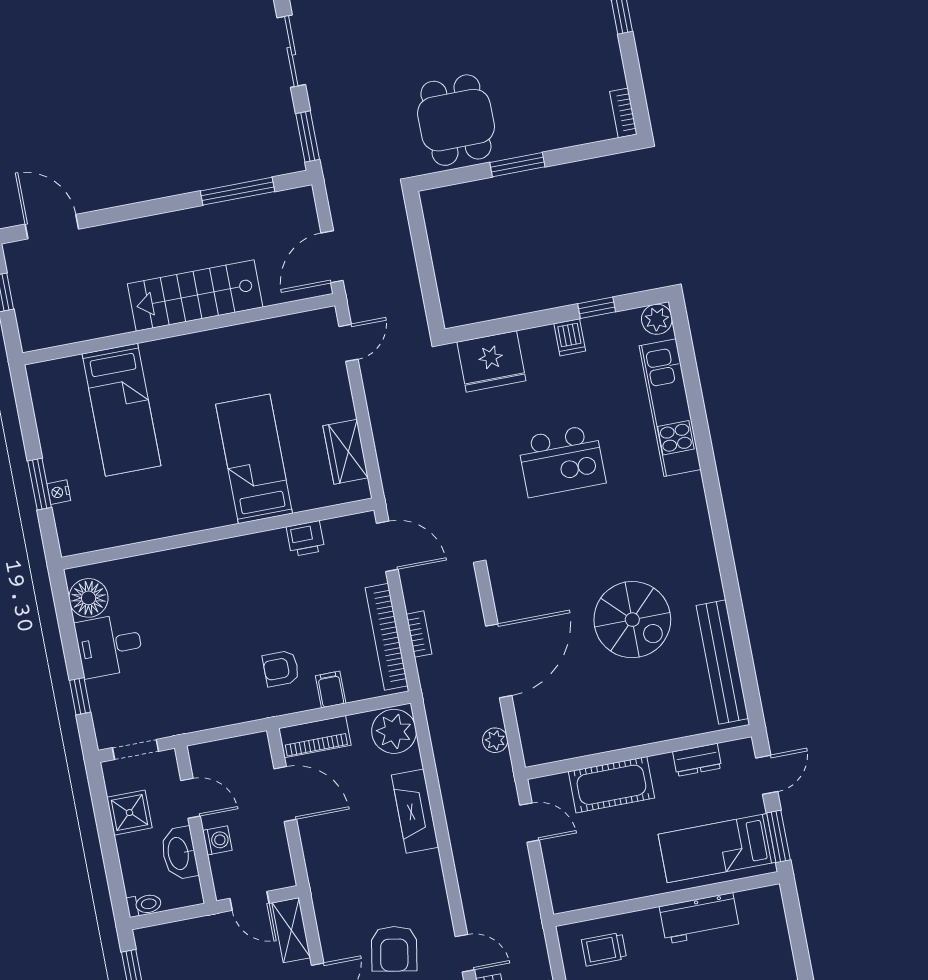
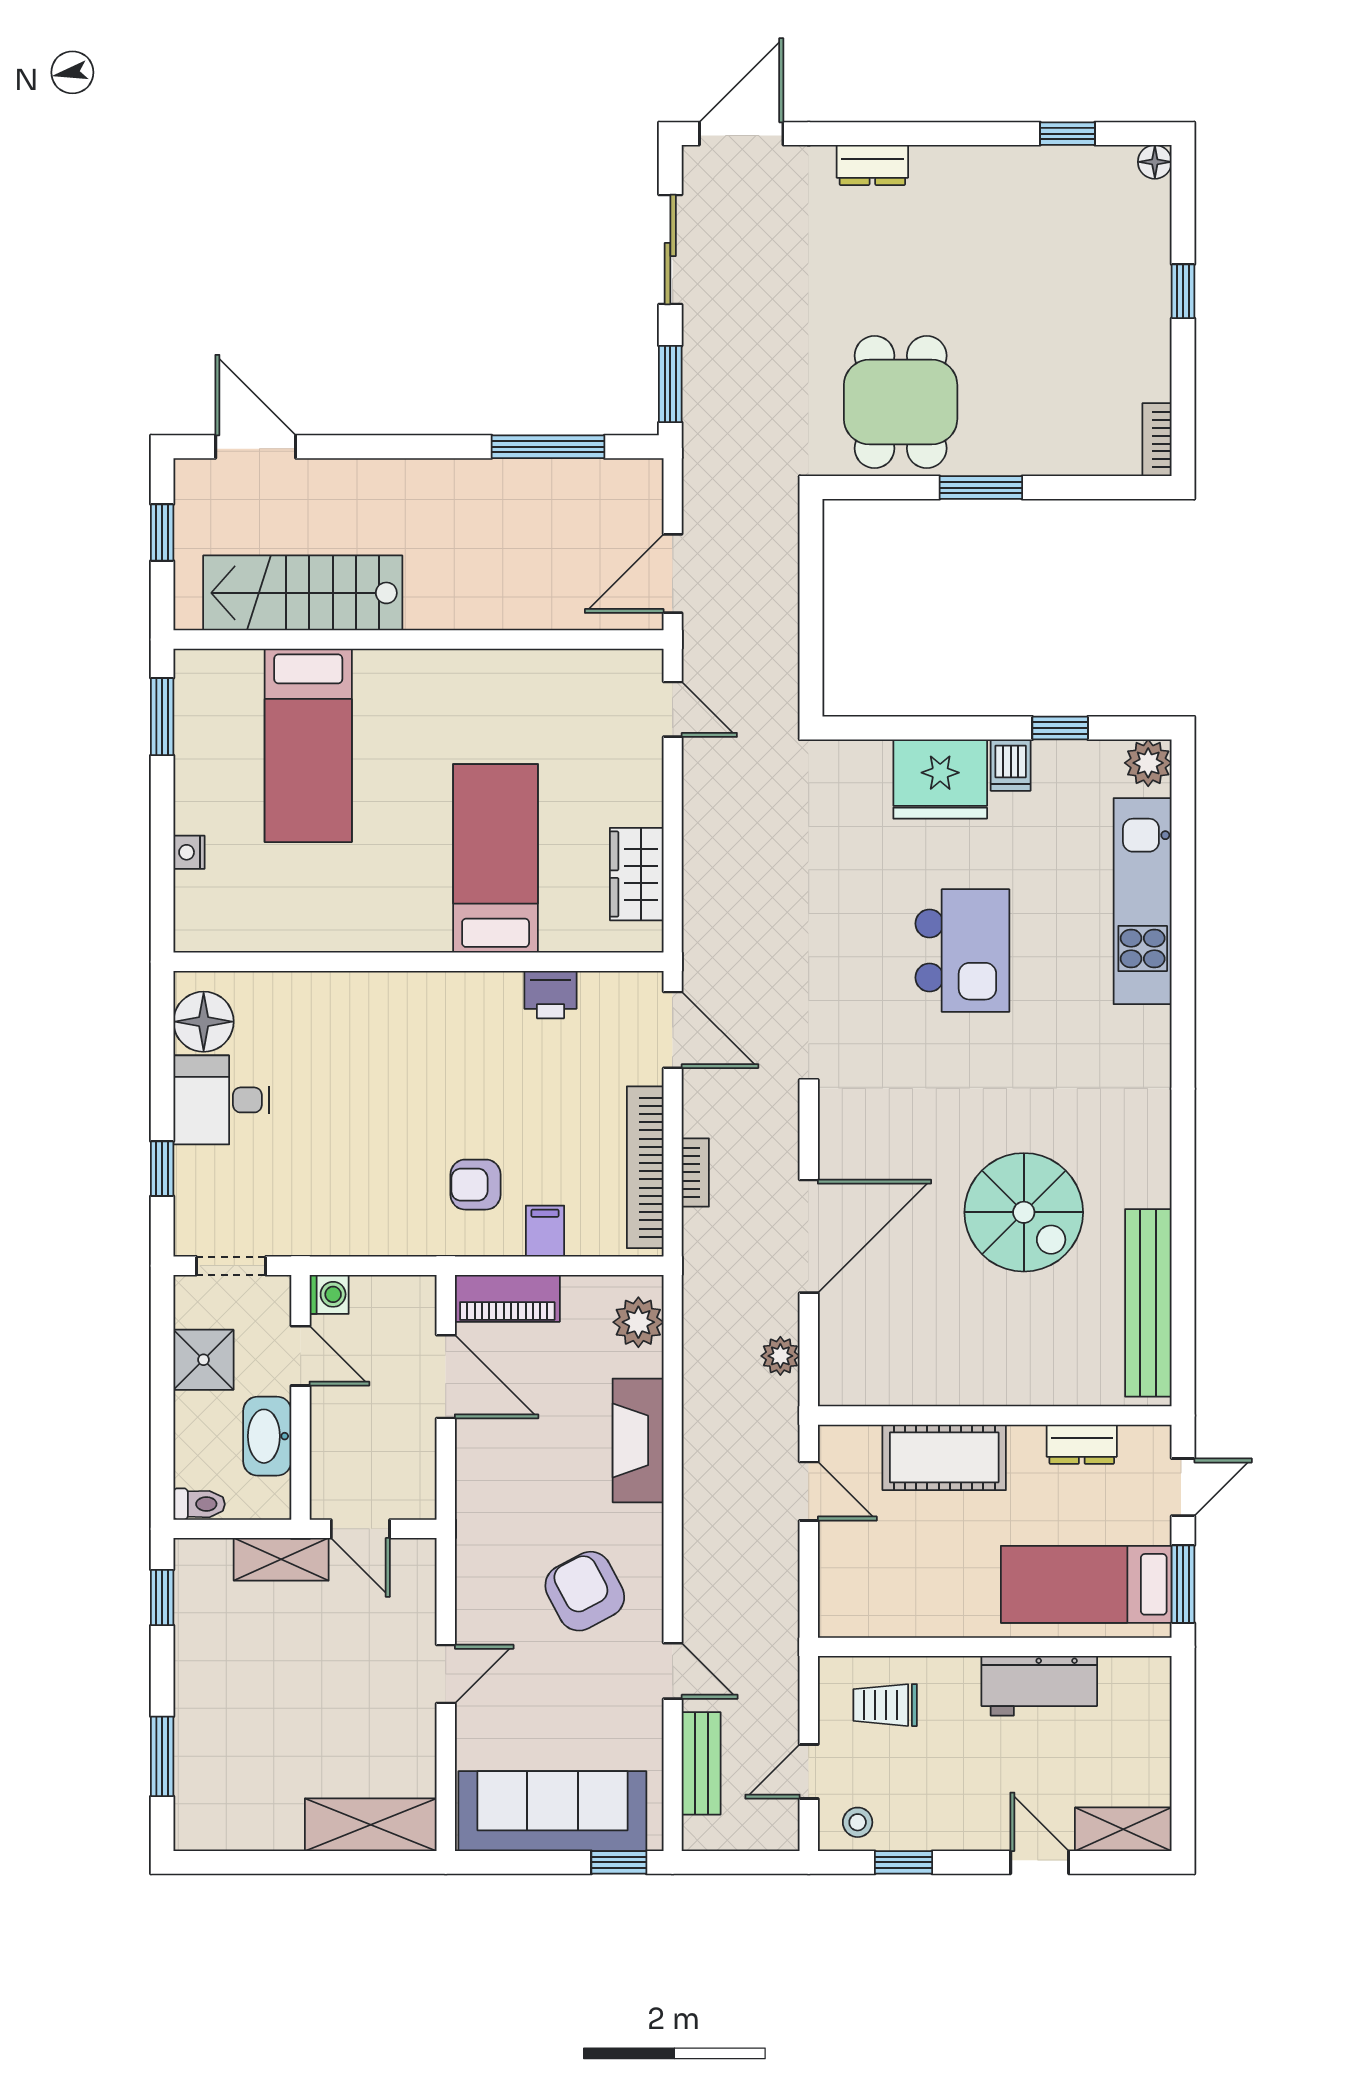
stairs: (195, 295) -> (303, 593), moved
door: (348, 343) -> (673, 709), hinge flipped
fridge: (491, 361) -> (940, 779), moved
kitchen island: (562, 461) -> (962, 951), turned -90
window: (40, 484) -> (162, 717), moved
plant: (394, 731) -> (638, 1322), width x0.73, depth x0.73
washing machine: (217, 840) -> (329, 1294), moved
shelving: (291, 930) -> (281, 1559), moved, turned 90
armchair: (394, 949) -> (585, 1591), moved, turned 142

